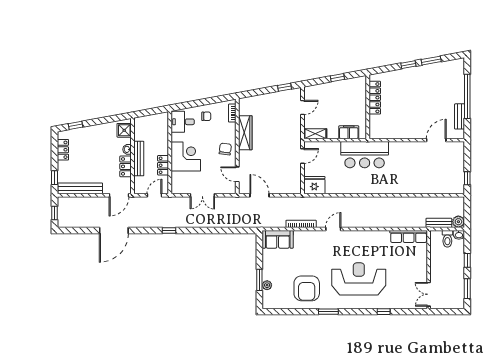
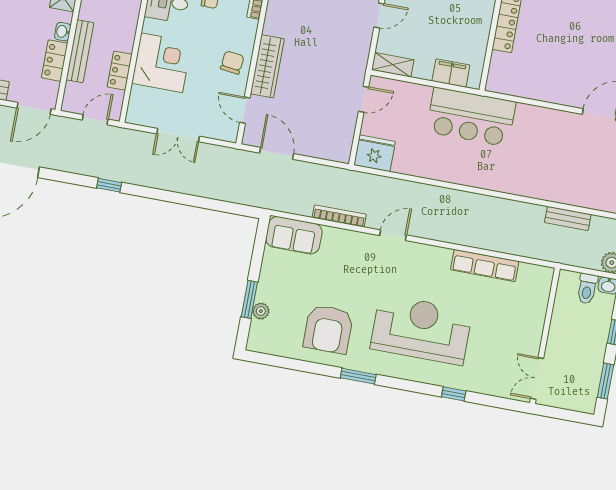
wardrobe: (245, 133) -> (267, 66), moved
bench: (439, 223) -> (568, 218), moved
row of seats: (409, 236) -> (485, 265), moved

